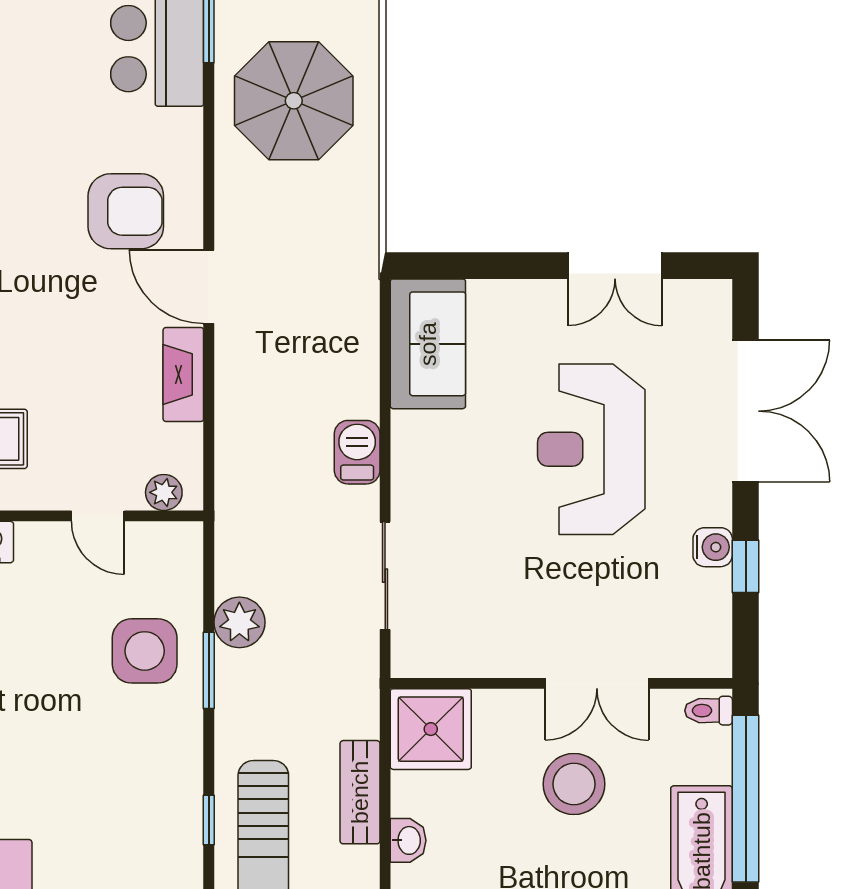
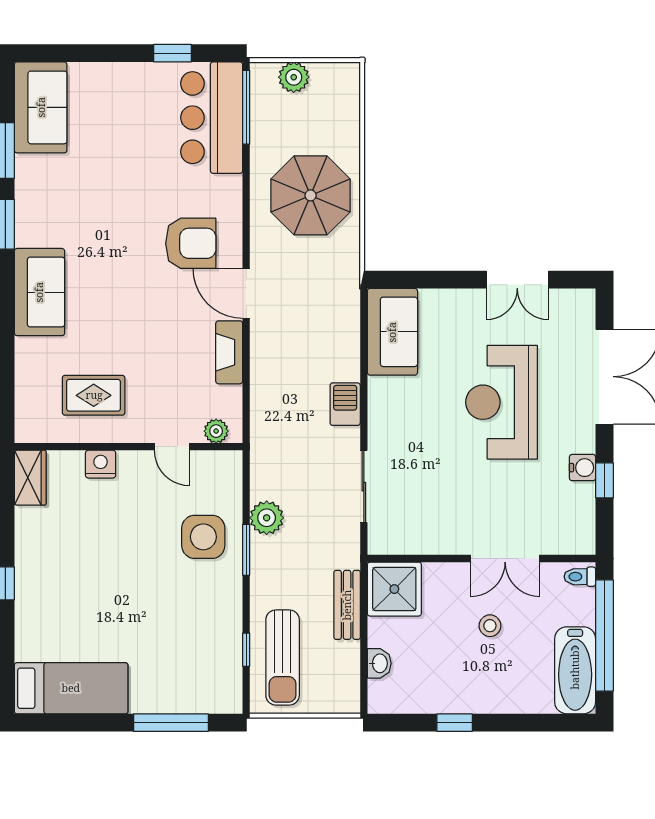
parasol: (294, 101) -> (311, 195), moved
stool: (574, 784) -> (490, 626), width x0.53, depth x0.53
bench: (360, 792) -> (347, 605), moved

